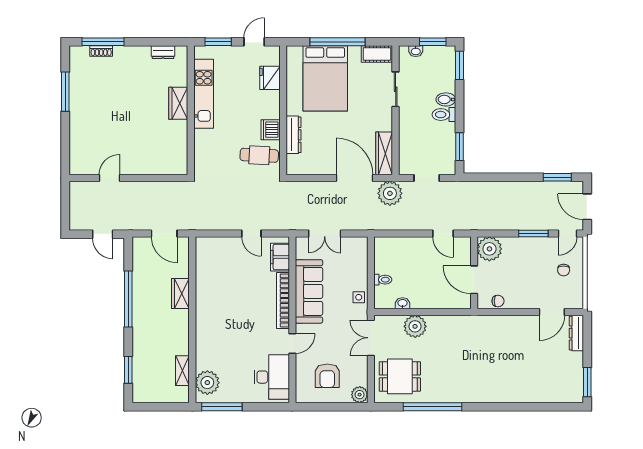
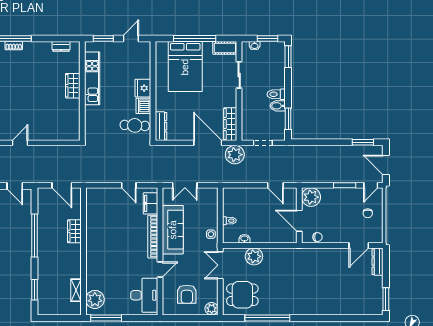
fridge: (270, 78) -> (143, 88), moved
bidet: (446, 99) -> (278, 106), moved
dresser: (294, 135) -> (161, 126), moved

